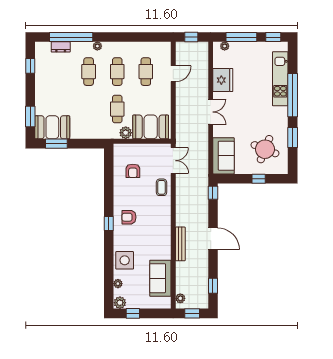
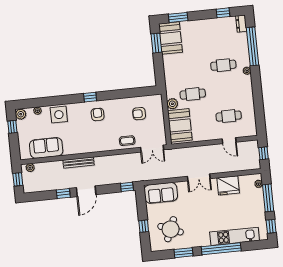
dresser: (61, 47) -> (241, 24), moved
cafe table: (117, 72) -> (226, 91), removed
window: (213, 286) -> (63, 194), moved

